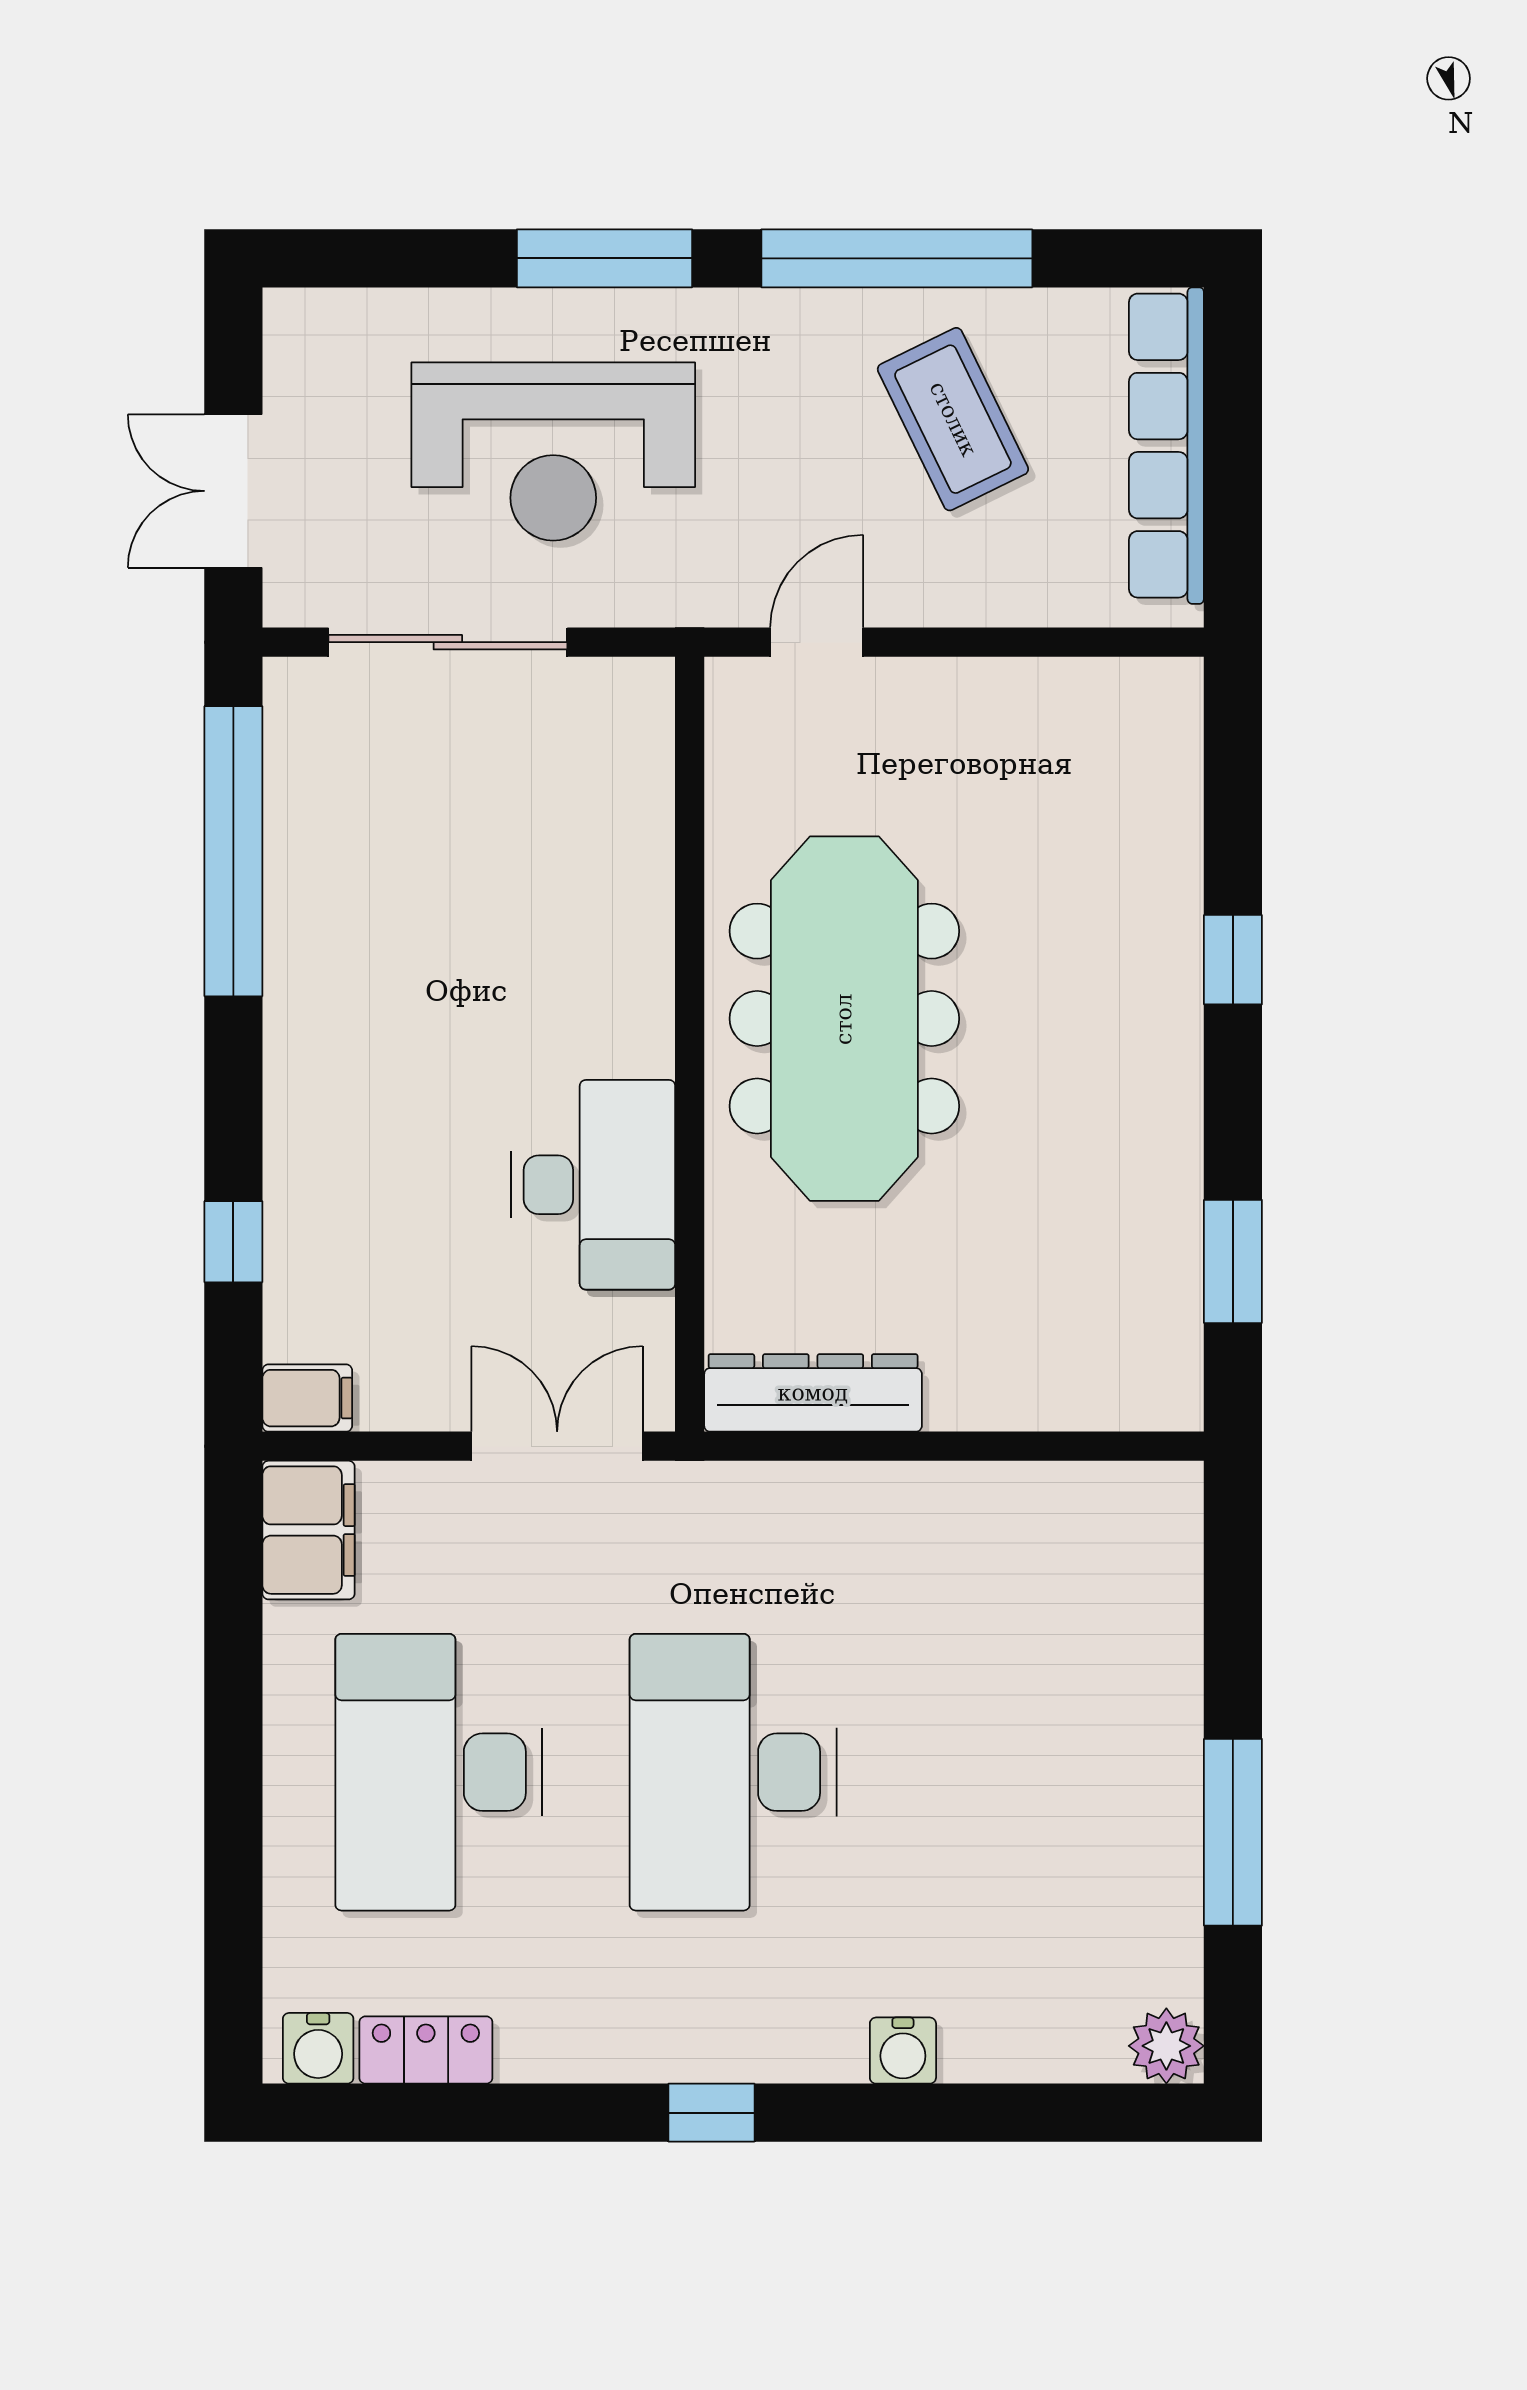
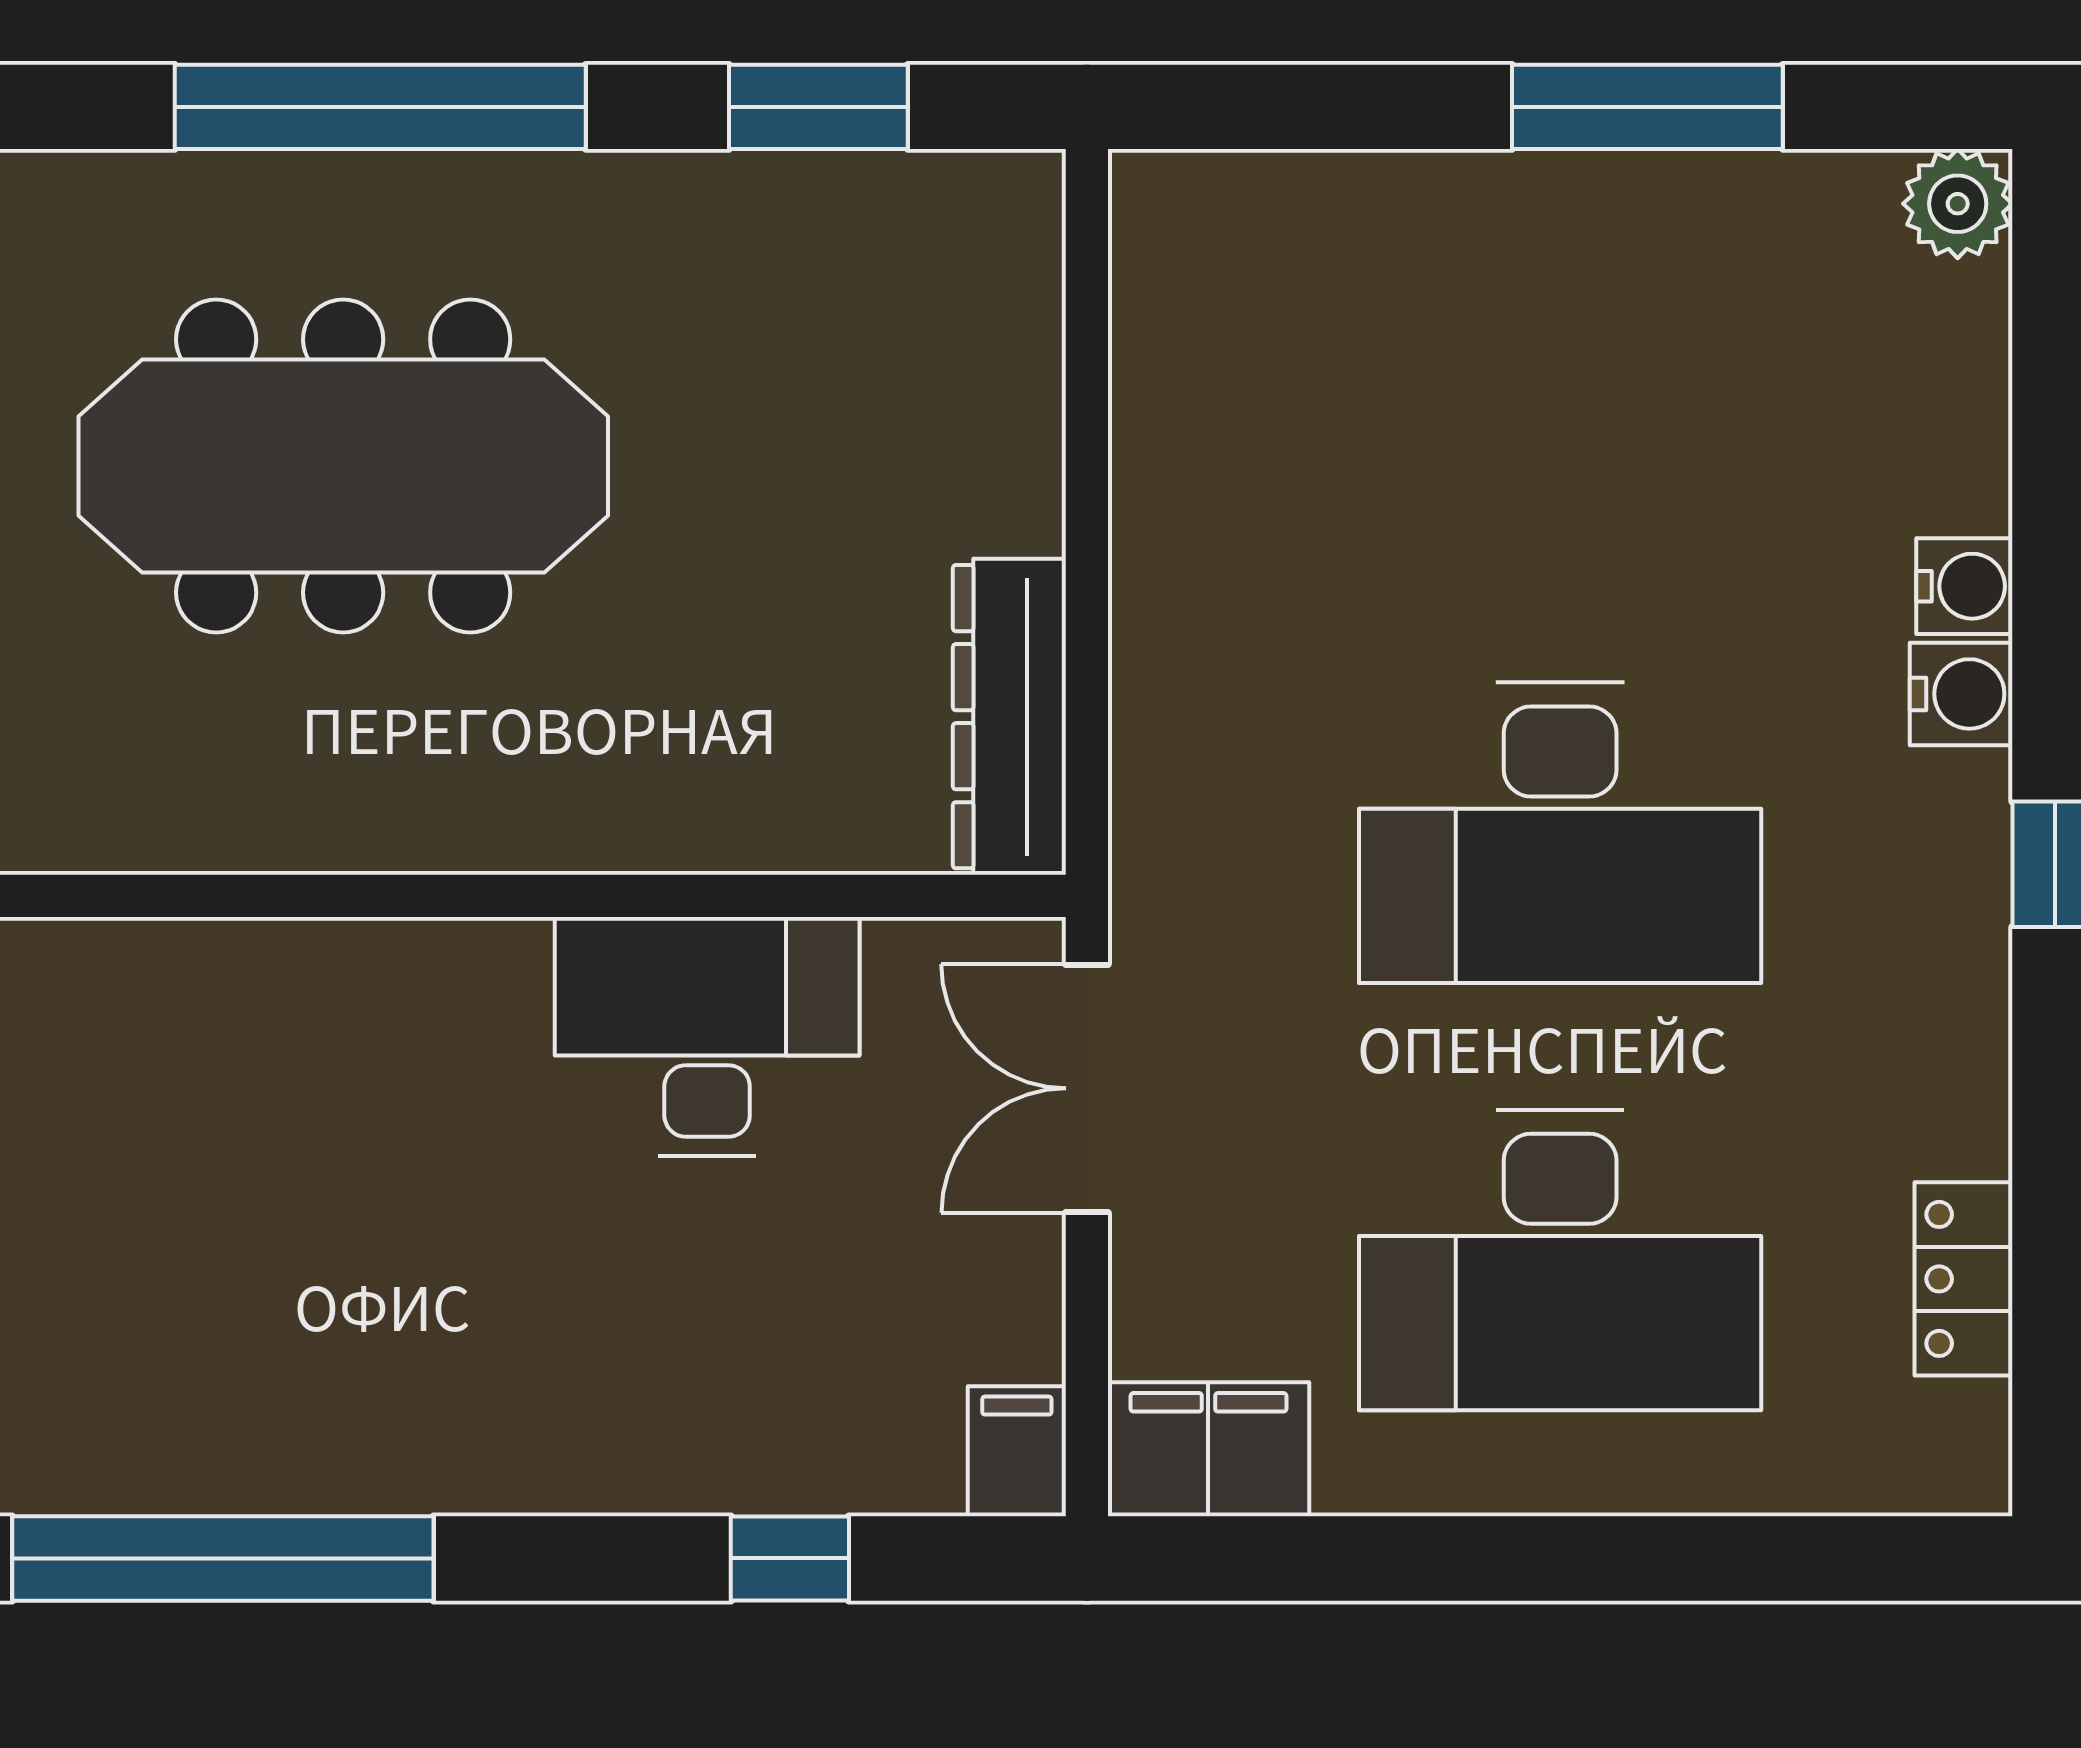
window: (1233, 960) -> (380, 107), width x3.17
meeting table: (844, 1019) -> (343, 466), moved
water cooler: (318, 2048) -> (1961, 694), moved

